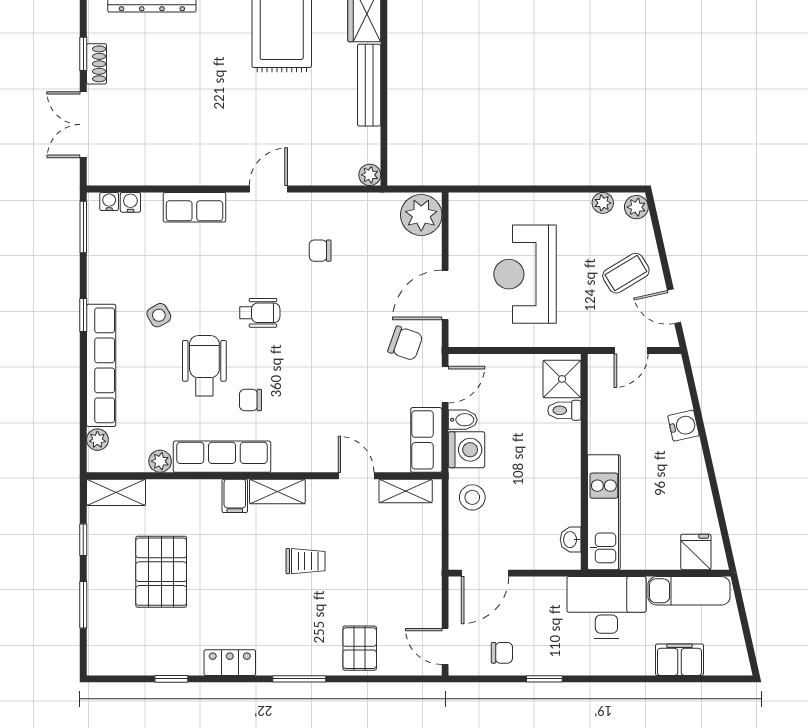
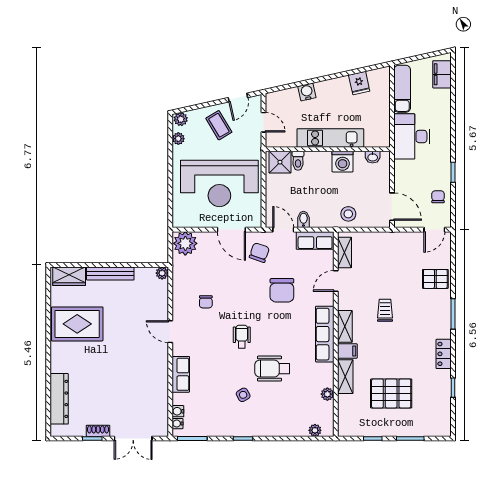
reception desk: (525, 274) -> (219, 183), width x1.36, depth x1.30
row of seats: (101, 365) -> (272, 428), removed
chair: (251, 400) -> (282, 290), moved, width x1.87, depth x1.87
washing machine: (466, 450) -> (343, 162), moved, turned 180
row of seats: (222, 457) -> (325, 334), moved
shelving: (116, 492) -> (345, 377), moved
kitchen unit: (604, 512) -> (330, 138), moved
fridge: (696, 552) -> (359, 83), moved, turned -103
filing cabinet: (679, 660) -> (442, 74), moved

